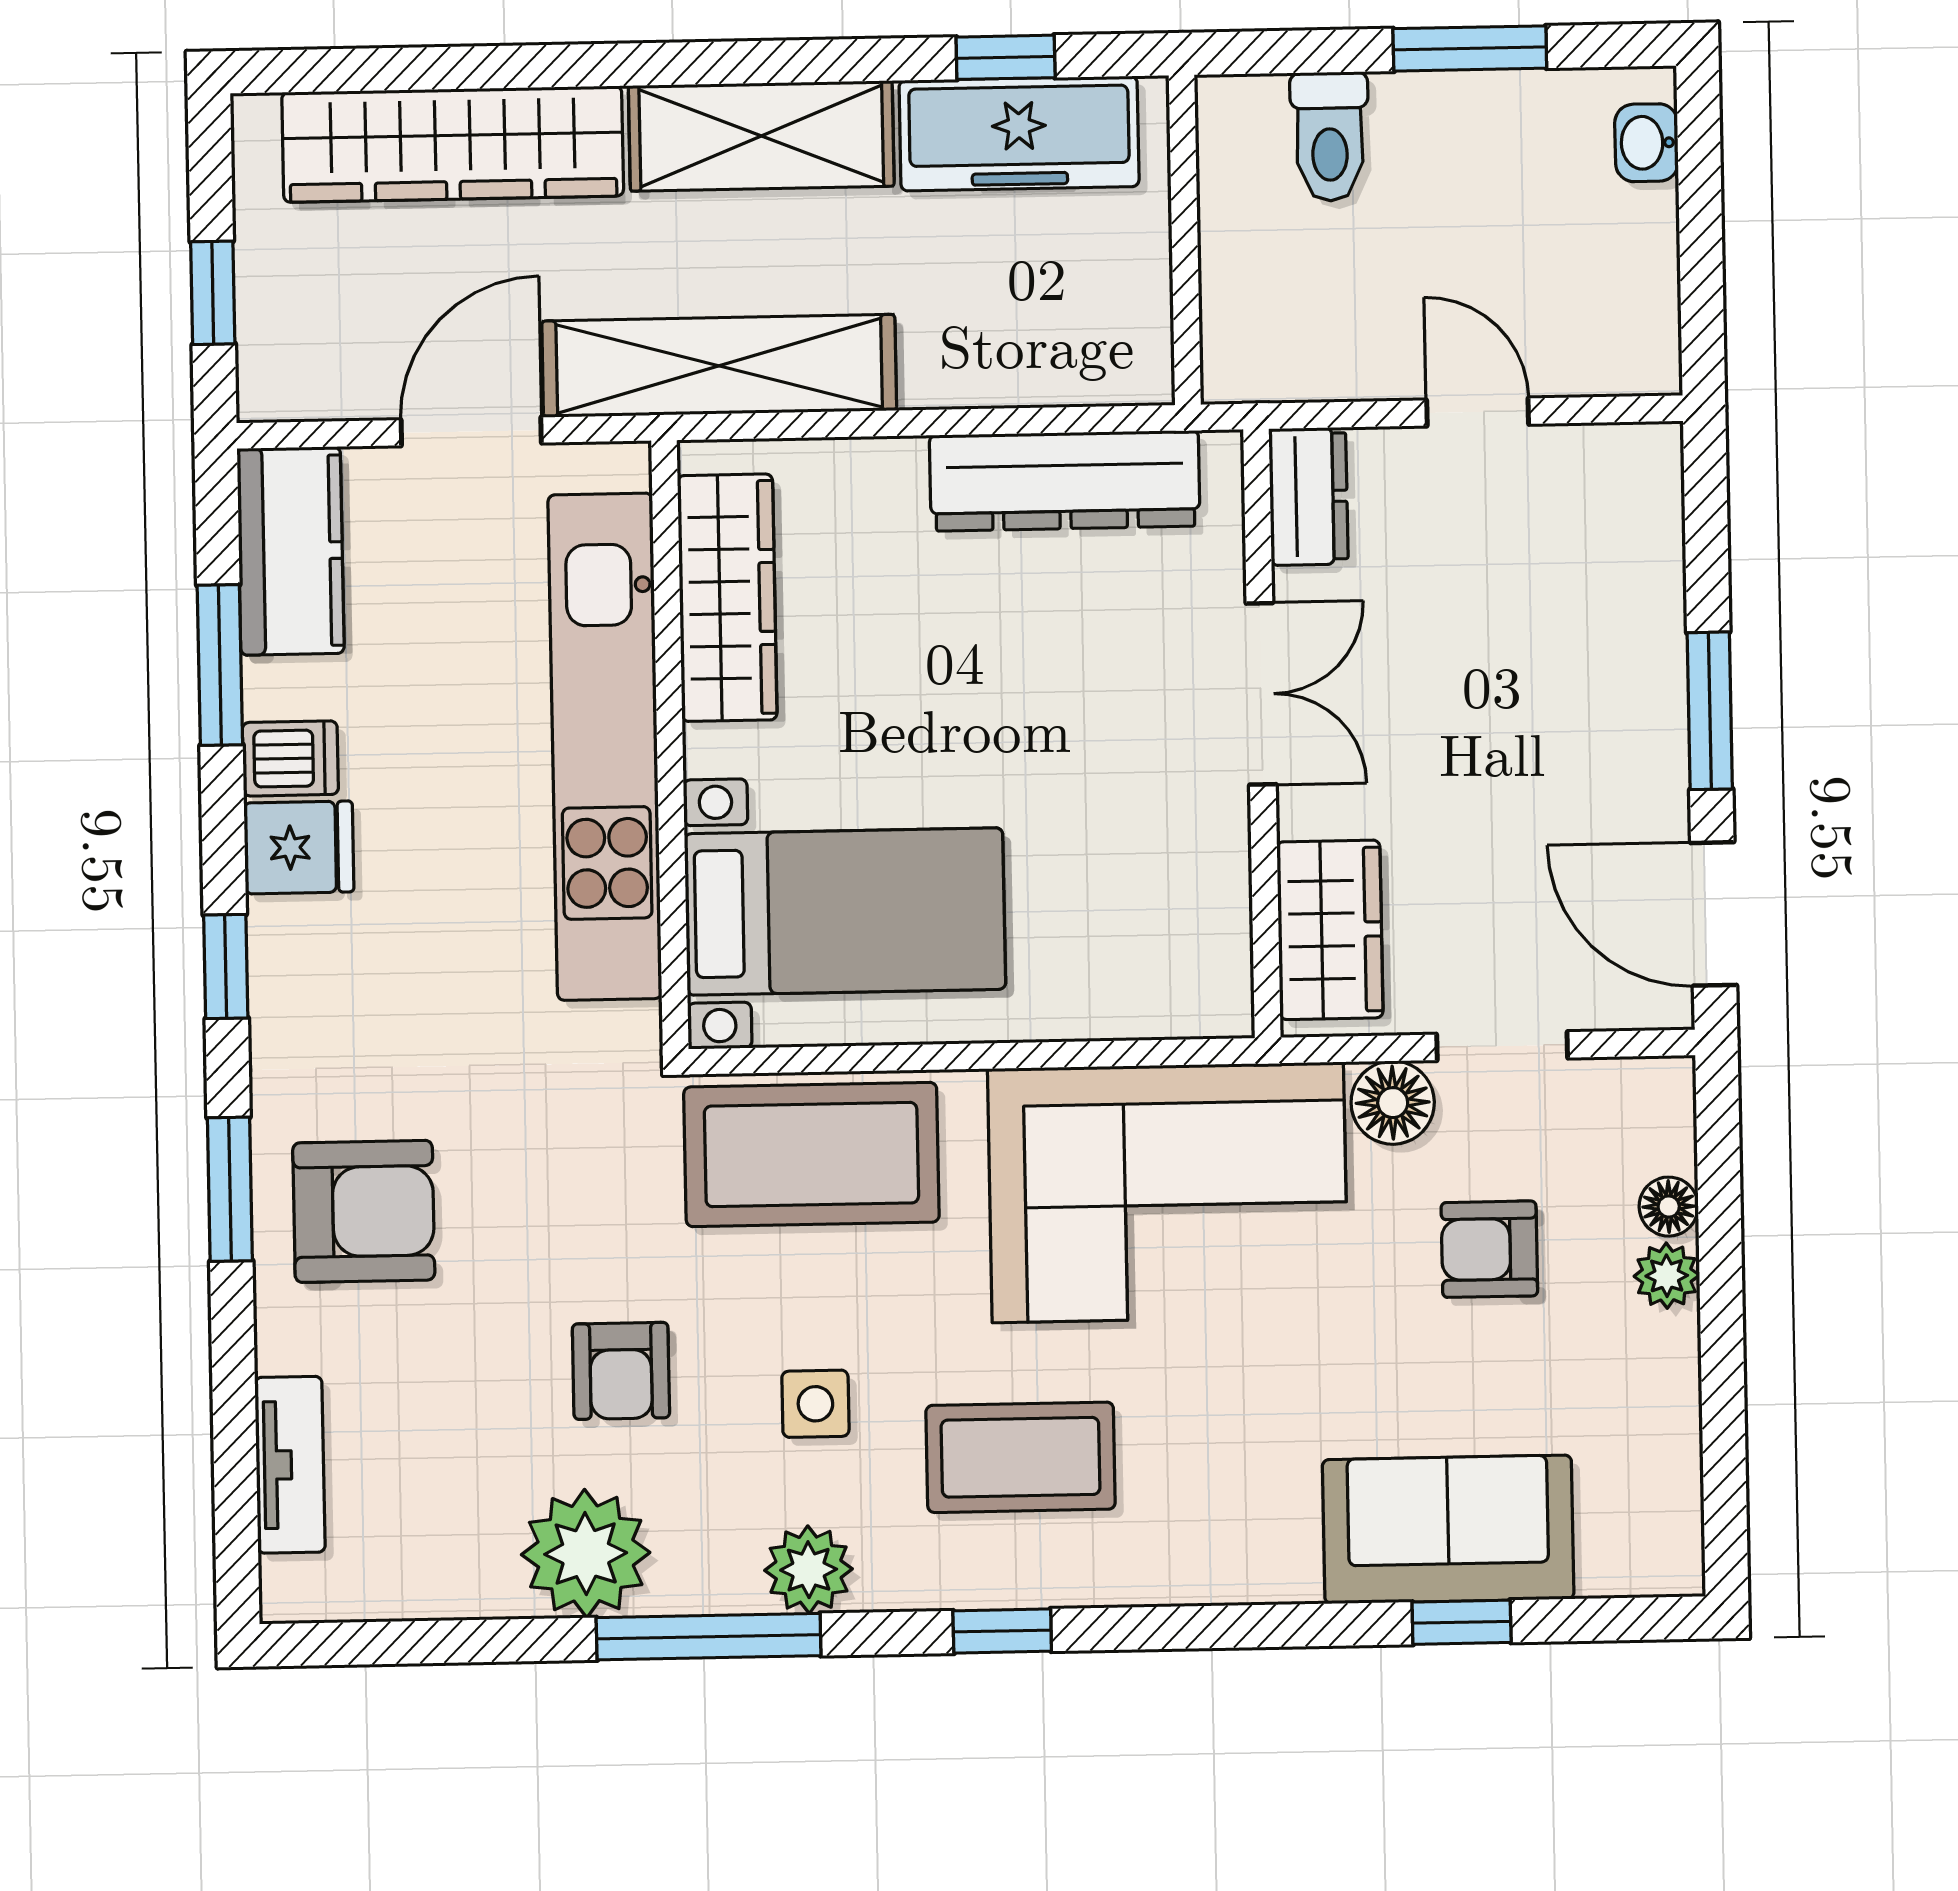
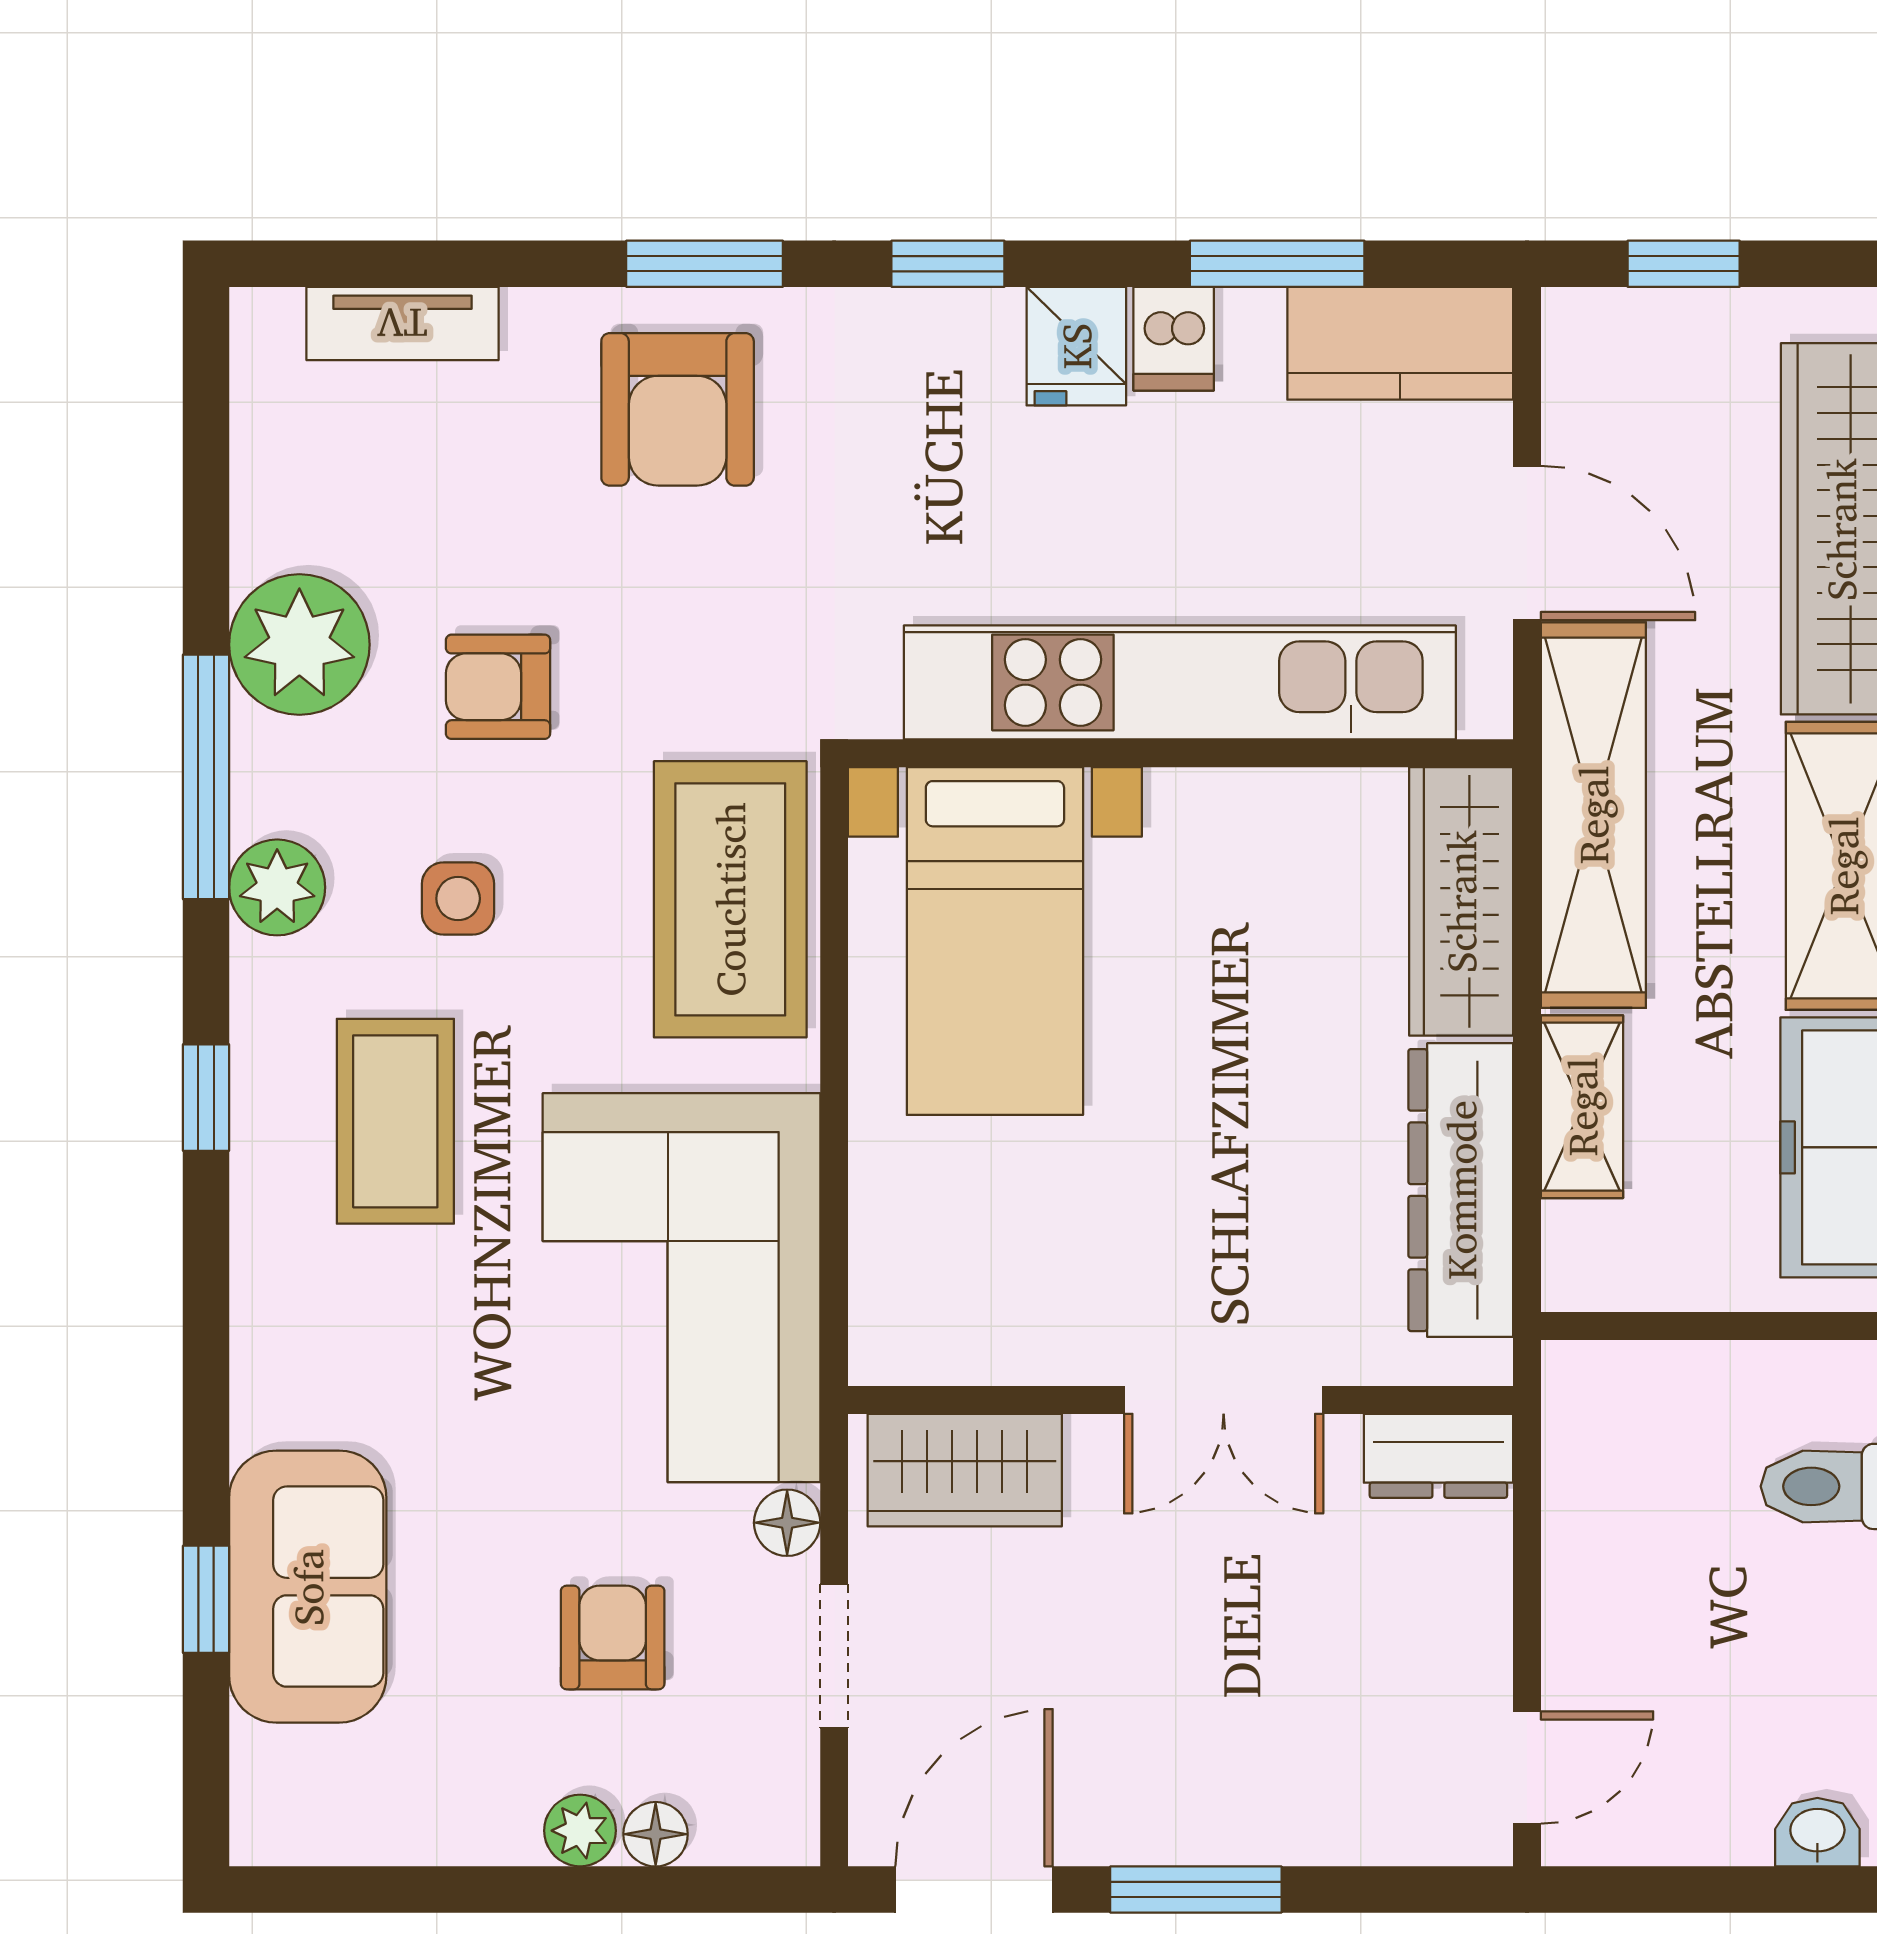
shelving: (986, 371) -> (1582, 1107), added
door: (1478, 412) -> (1527, 1767), moved
wardrobe: (727, 598) -> (1461, 901), moved, turned 90
floor lamp: (1393, 1103) -> (787, 1523), width x0.73, depth x0.73

